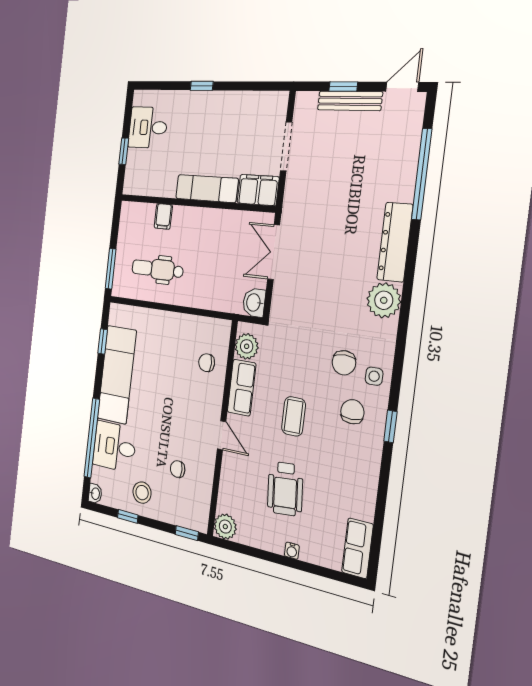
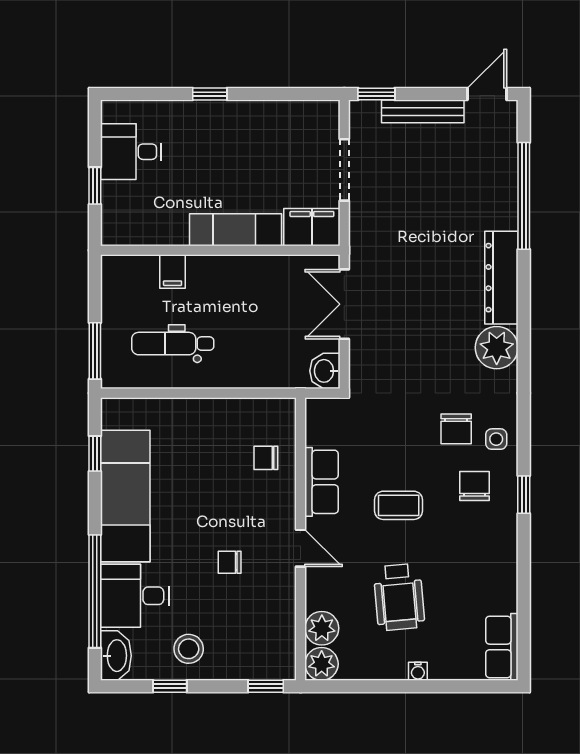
window: (343, 87) -> (376, 94), moved
plant: (247, 346) -> (322, 628), moved
coffee table: (294, 416) -> (399, 505), turned 90
chair: (178, 469) -> (230, 562), moved
washbasin: (95, 494) -> (116, 656), width x1.91, depth x1.45

